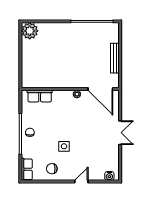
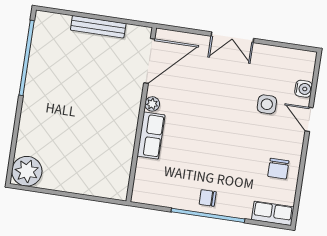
row of seats: (40, 96) -> (151, 135), moved
double door: (120, 133) -> (232, 37), swing flipped
side table: (64, 146) -> (267, 104), moved
water cooler: (109, 176) -> (303, 89), moved

